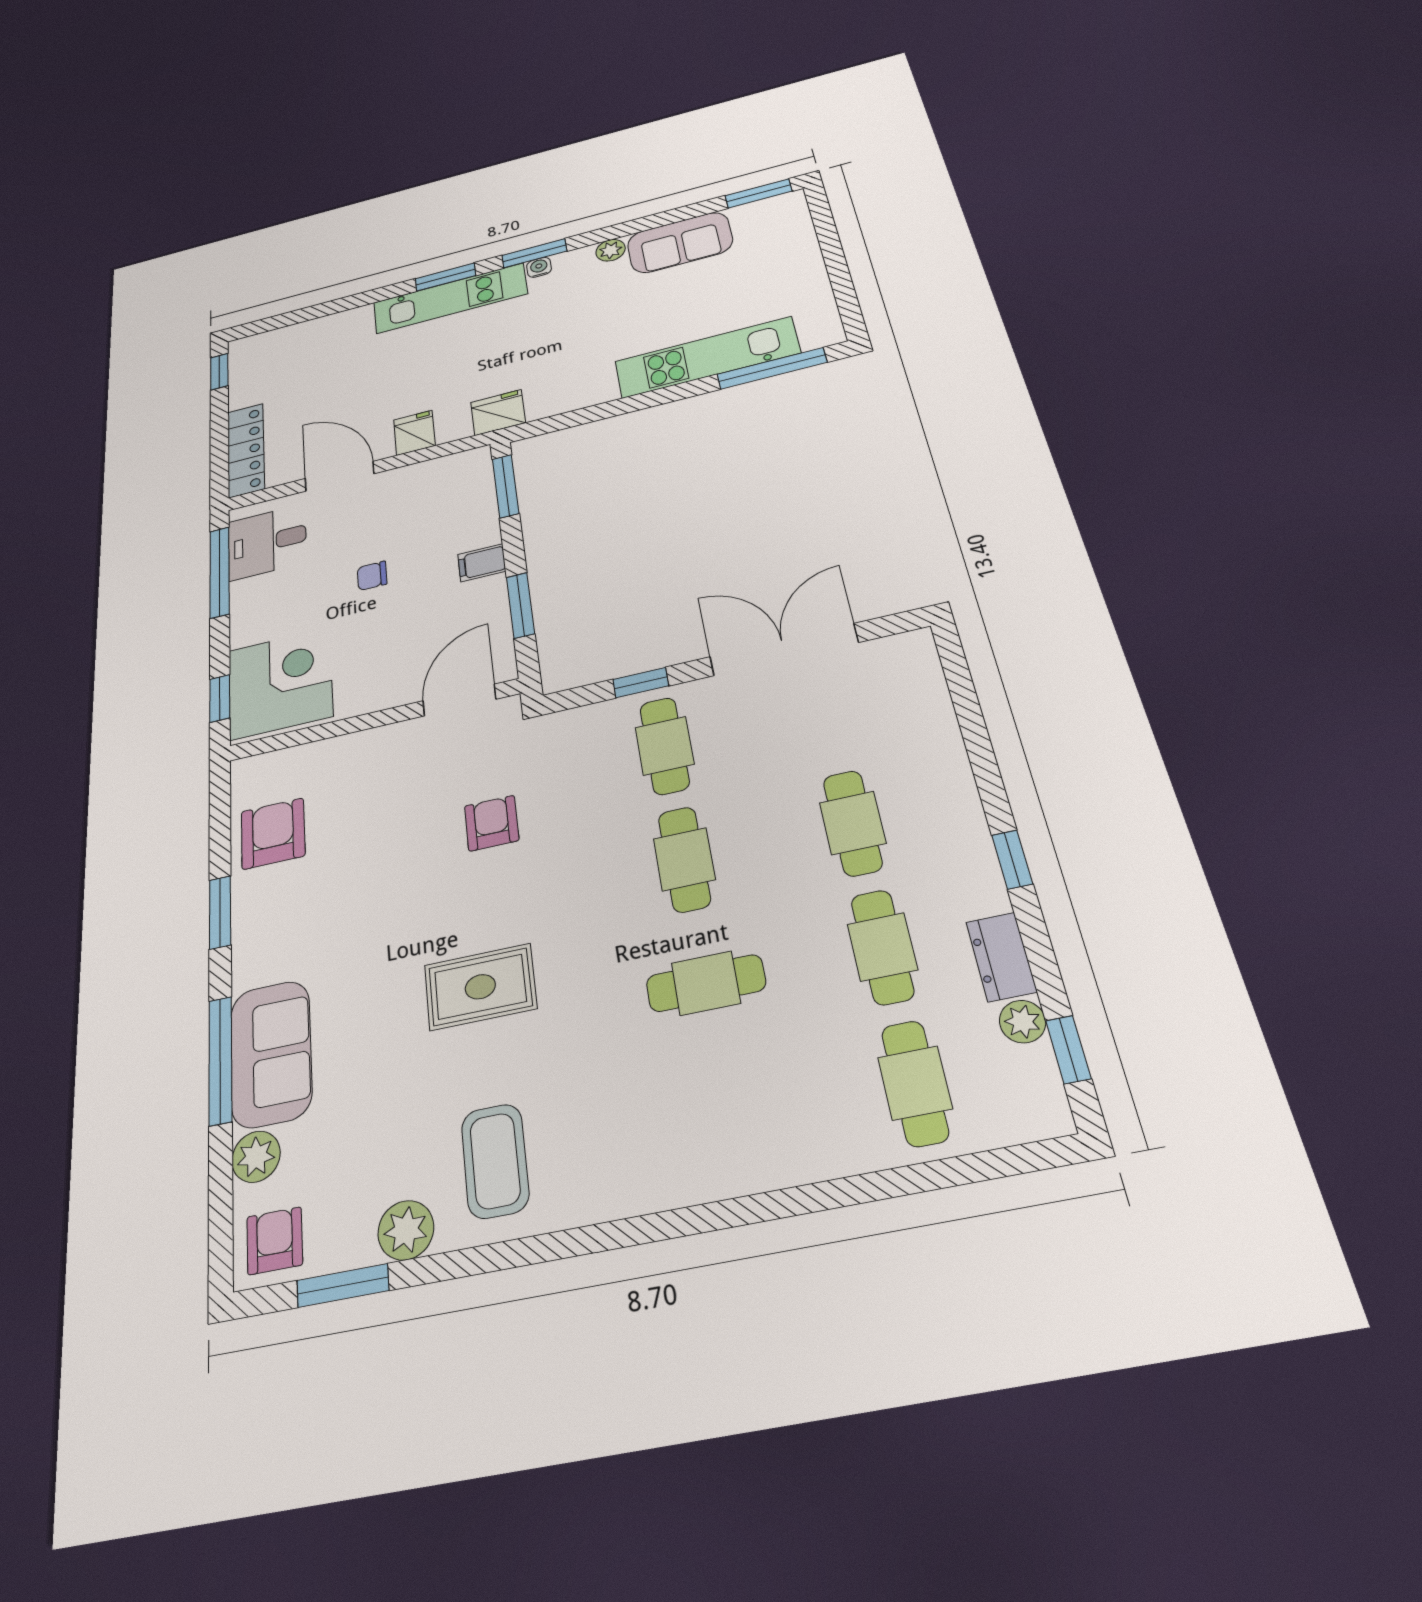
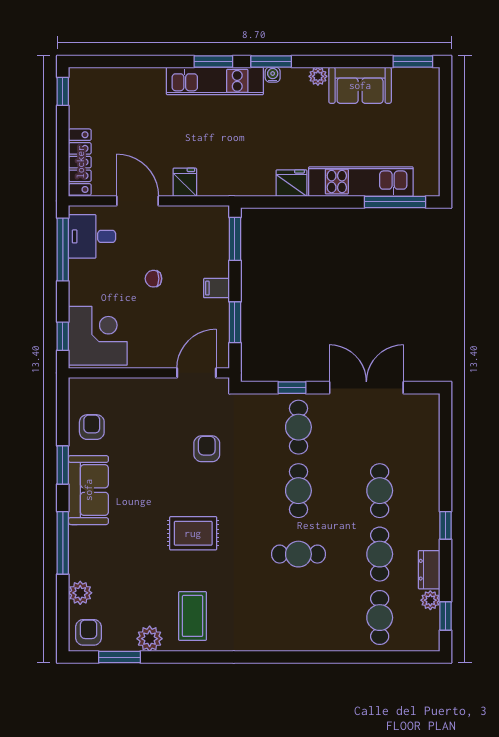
fridge: (498, 413) -> (291, 183), moved
armchair: (273, 834) -> (92, 427), width x0.72, depth x0.72
sofa: (271, 1054) -> (88, 490), moved

